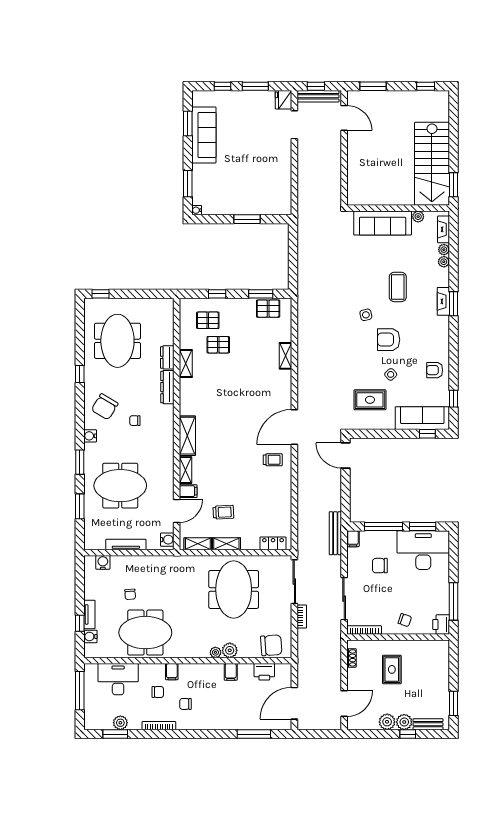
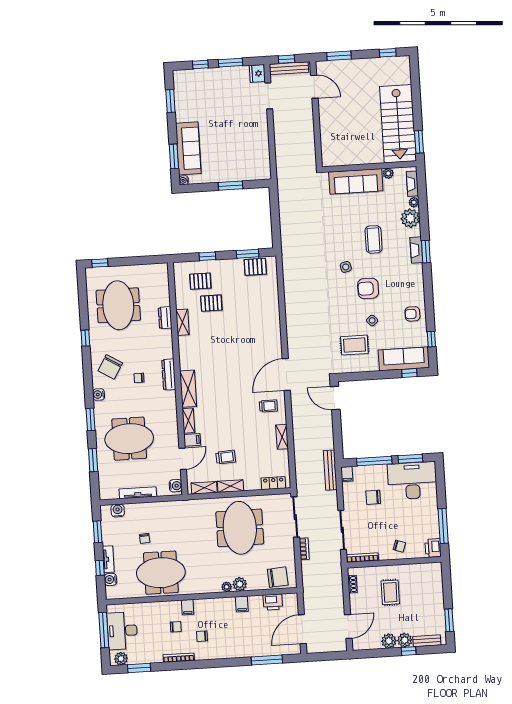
sofa: (204, 135) -> (188, 148), moved
plant: (444, 262) -> (410, 218), width x1.87, depth x1.87
shelving: (286, 356) -> (282, 437), moved
dresser: (167, 387) -> (169, 375), moved
window: (80, 584) -> (98, 532), added
desk: (118, 679) -> (122, 631), moved, turned -90
plant: (120, 723) -> (121, 659), moved

